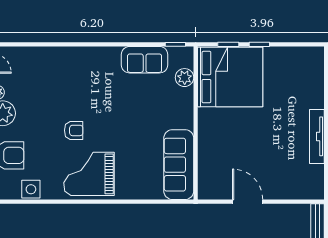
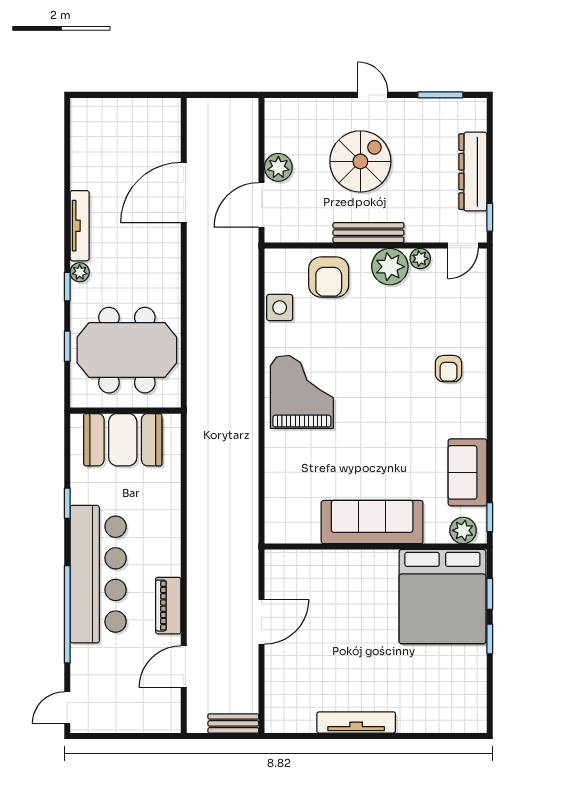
plant: (185, 78) -> (463, 530), moved
armchair: (74, 130) -> (448, 369), moved
sofa: (179, 165) -> (372, 522), moved

